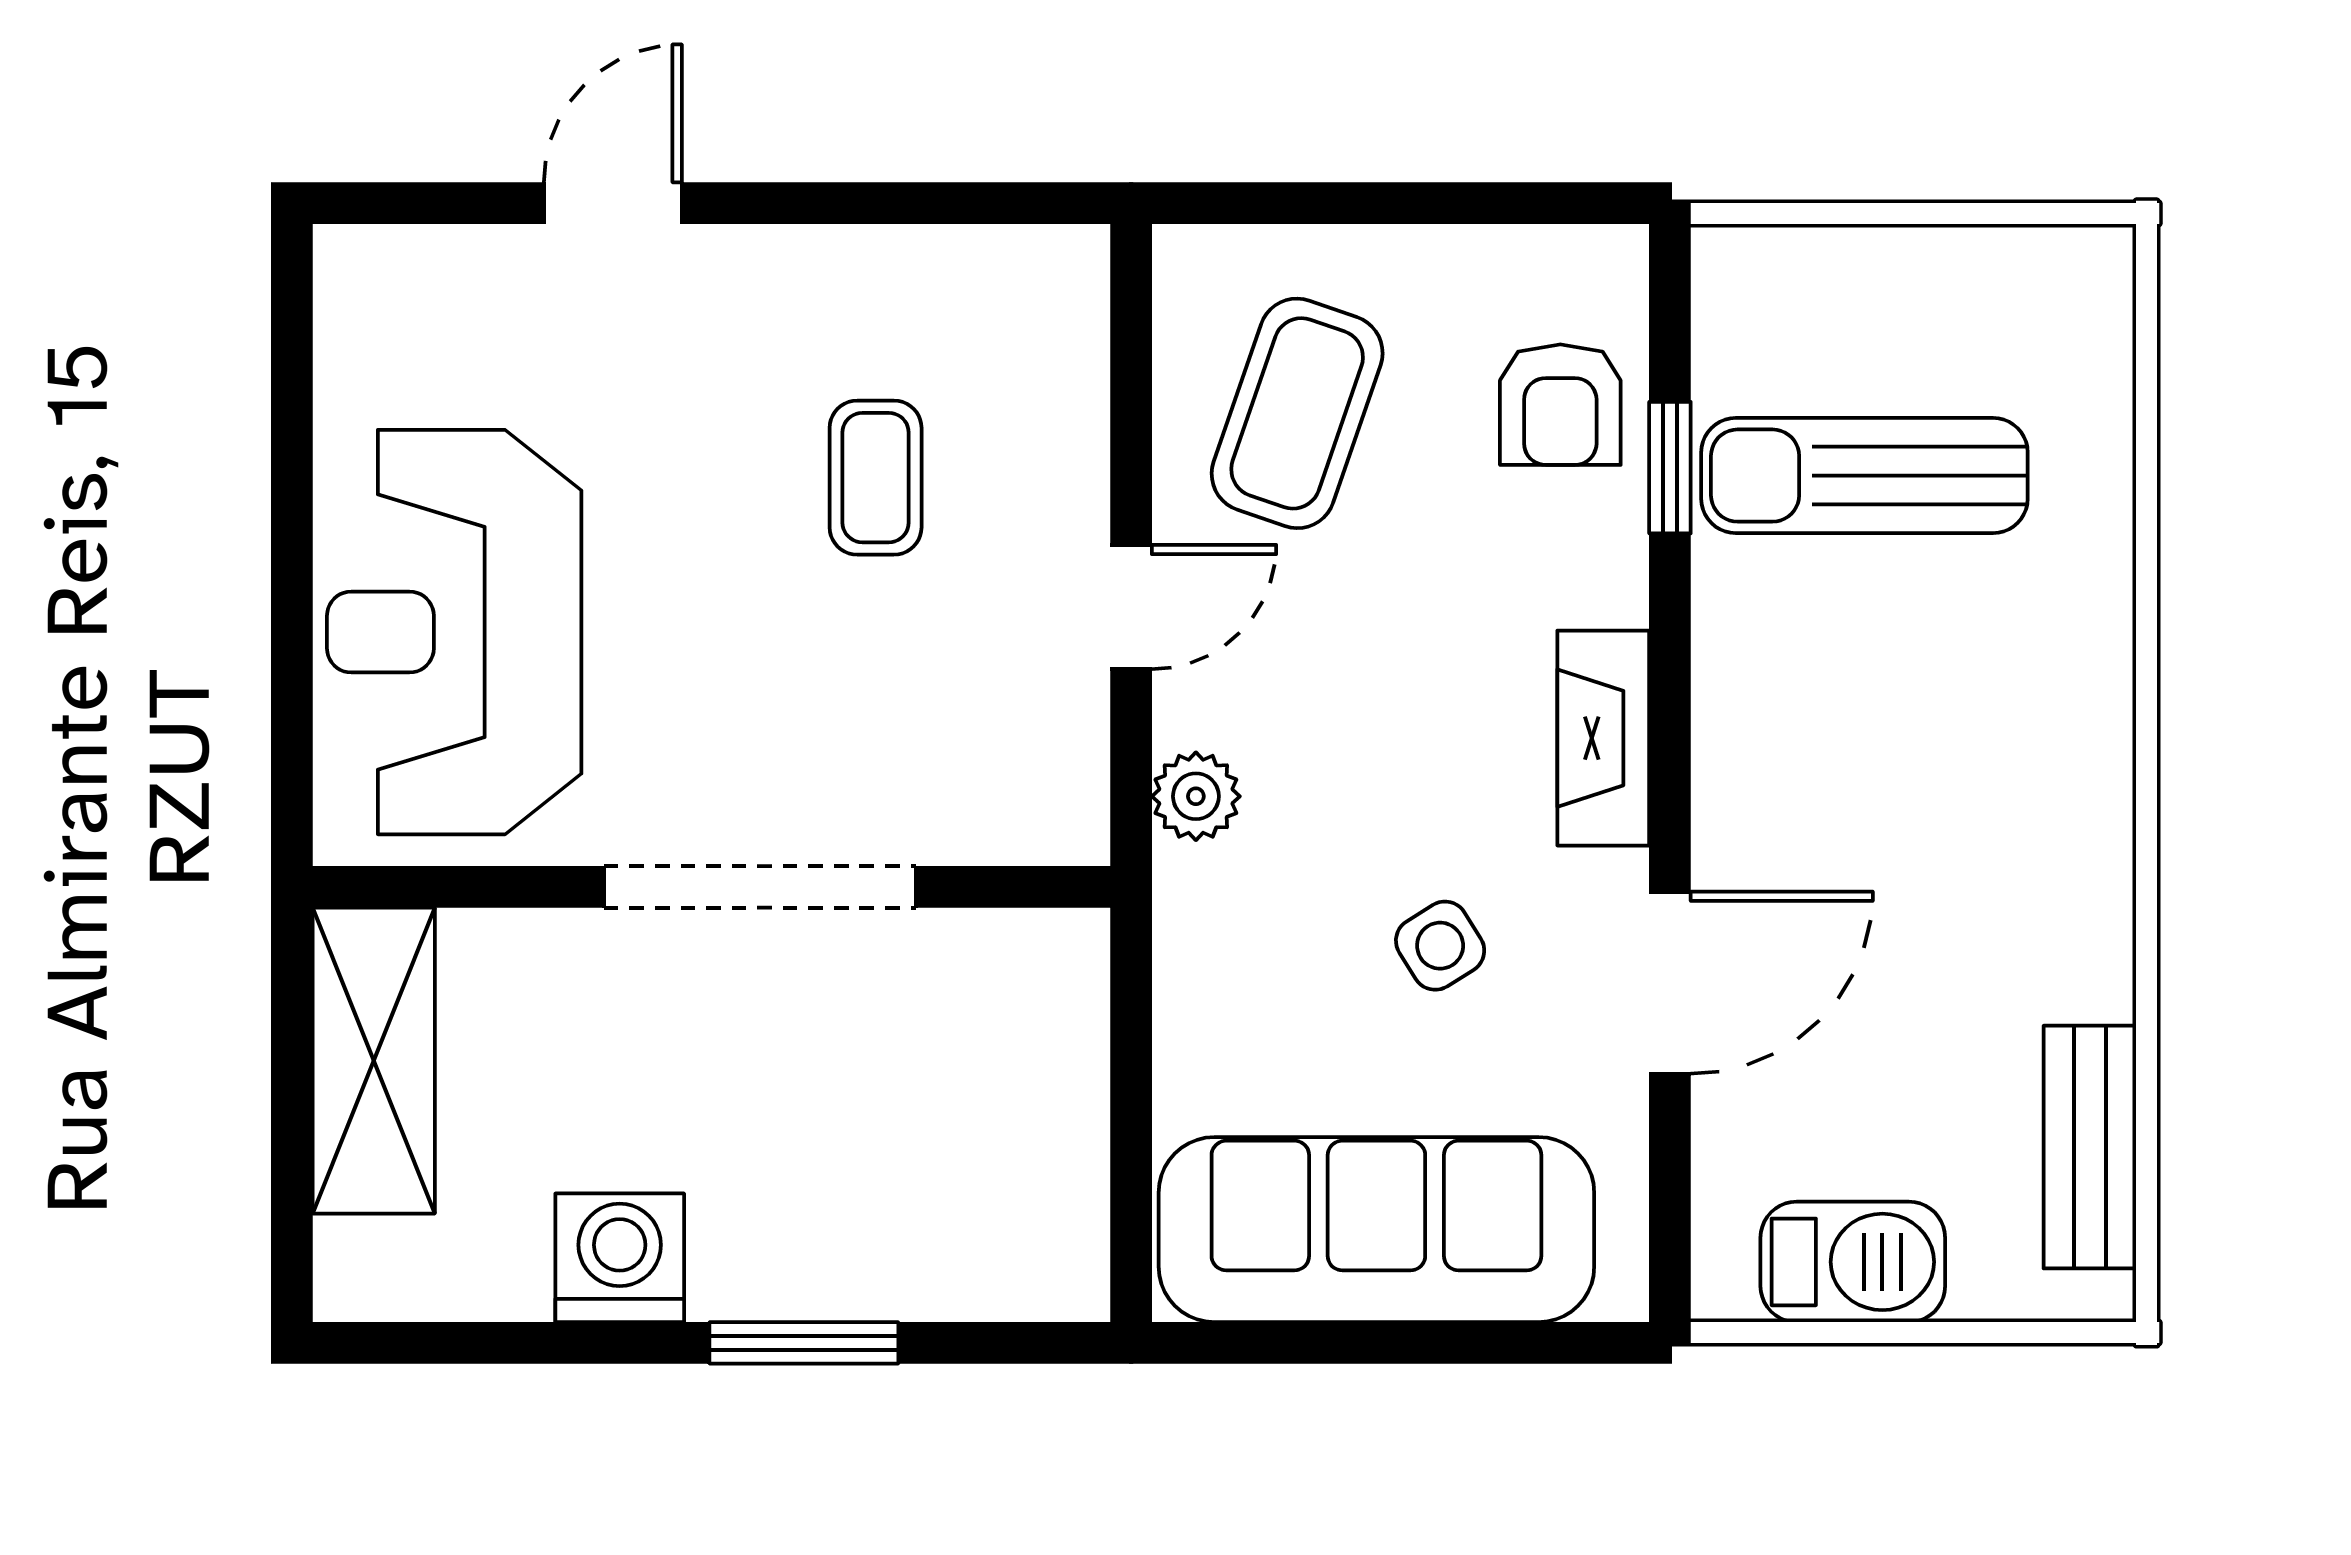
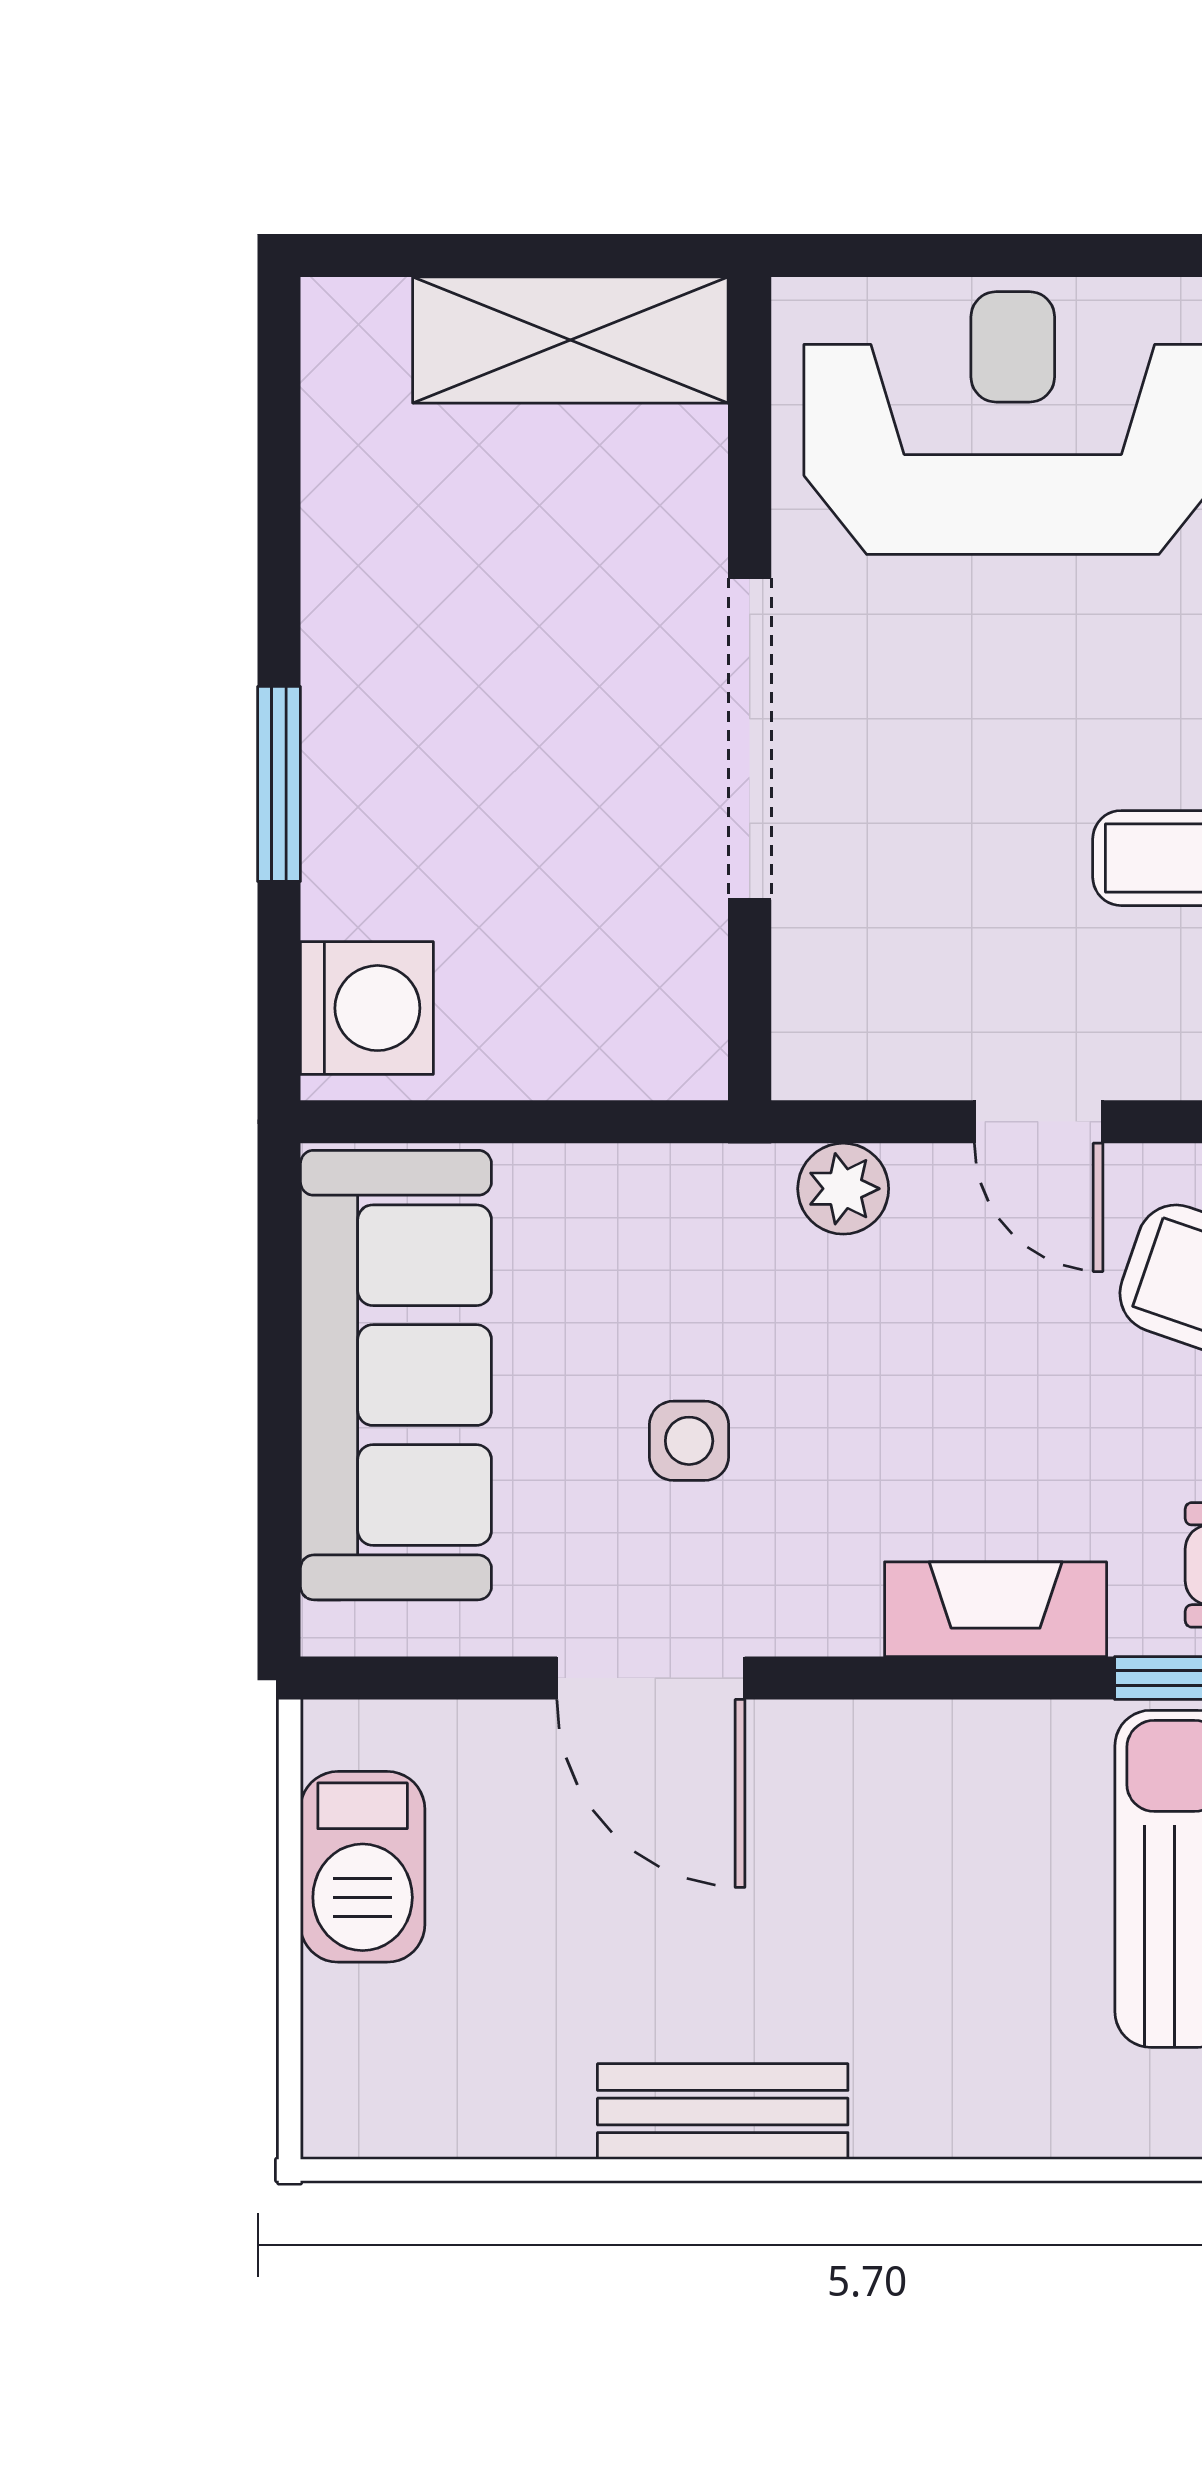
fireplace: (1603, 738) -> (996, 1609), moved
side table: (1440, 946) -> (689, 1441), turned 32
bench: (2090, 1147) -> (723, 2112), moved
washing machine: (620, 1258) -> (367, 1008), moved

